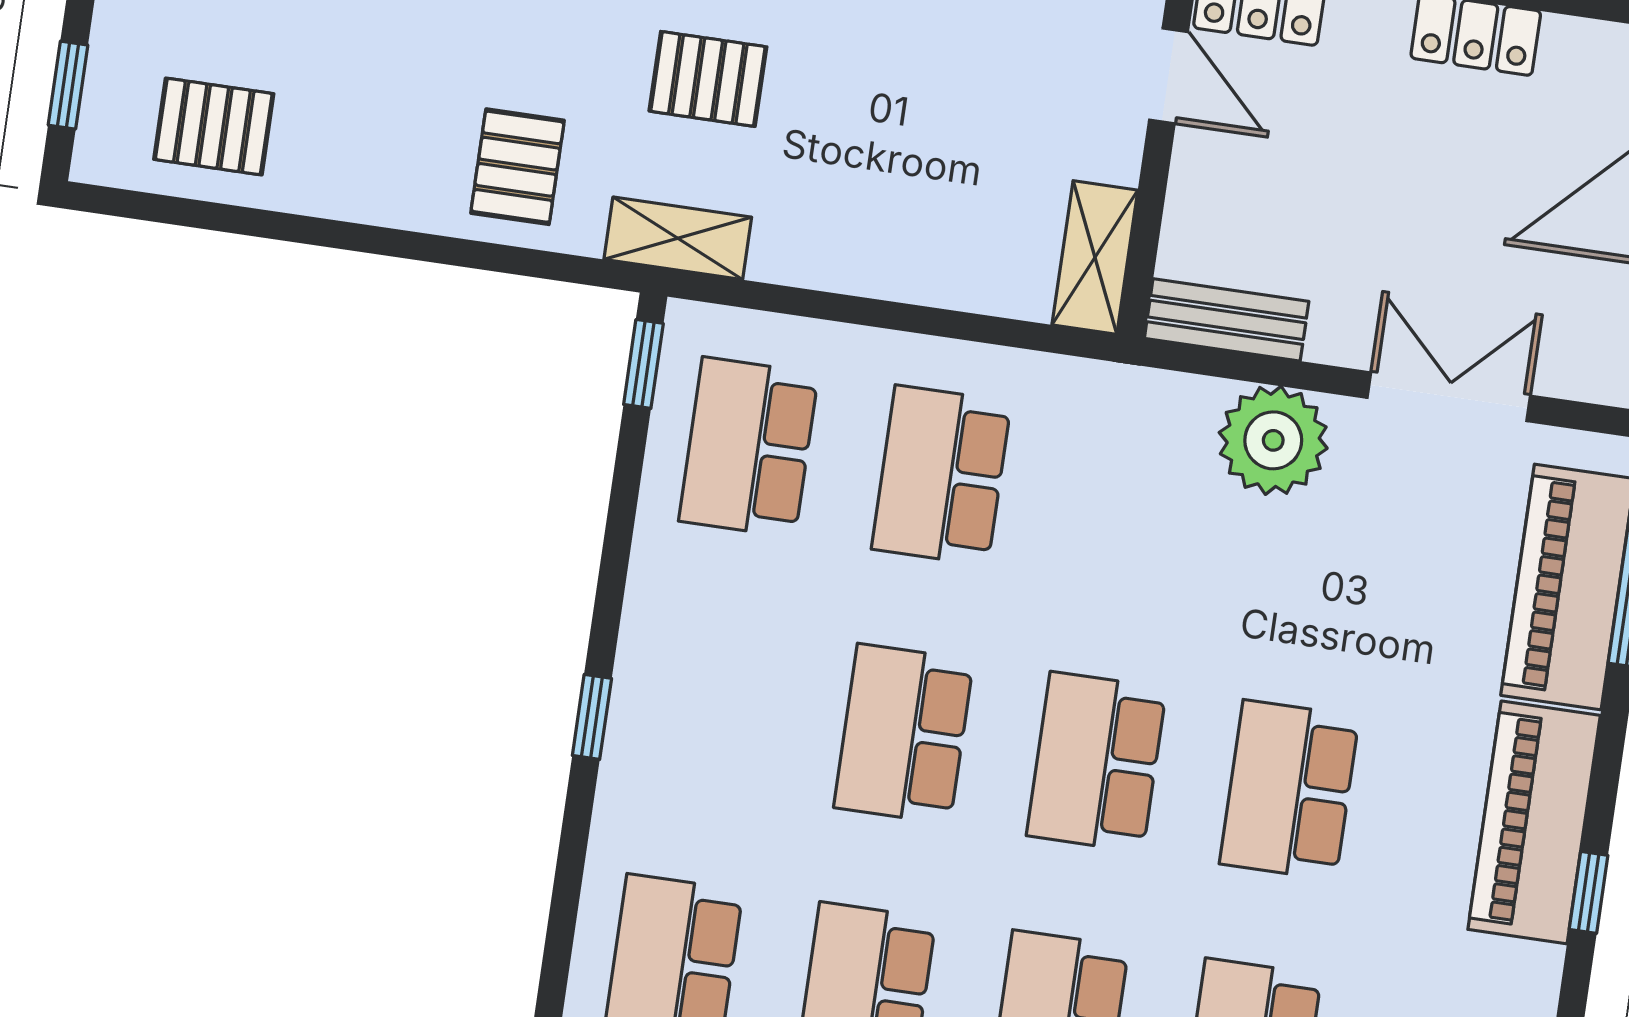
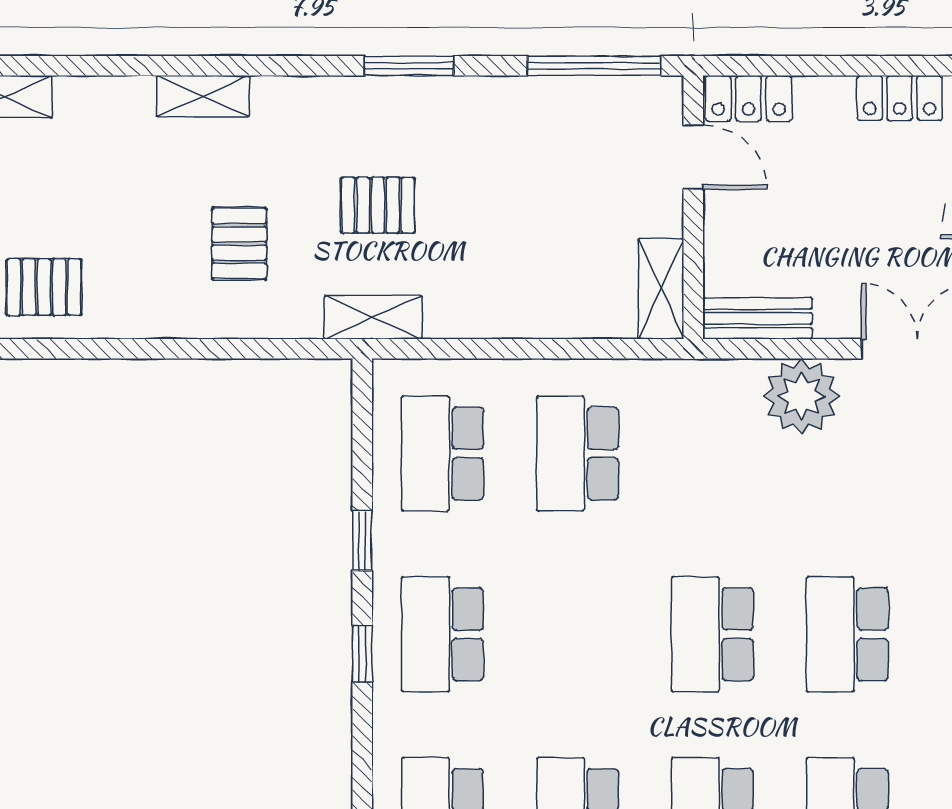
pallet: (517, 167) -> (239, 244), moved
window: (643, 364) -> (362, 541), moved
school desk: (904, 734) -> (443, 634), moved

